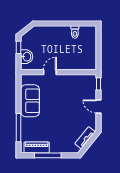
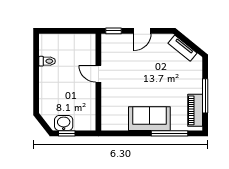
washbasin: (27, 57) -> (64, 123), moved
door: (50, 72) -> (98, 74), moved
sofa: (30, 101) -> (149, 119), moved

